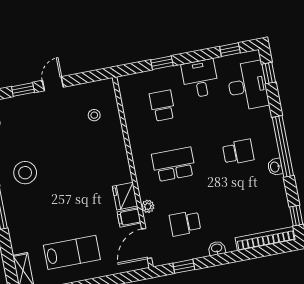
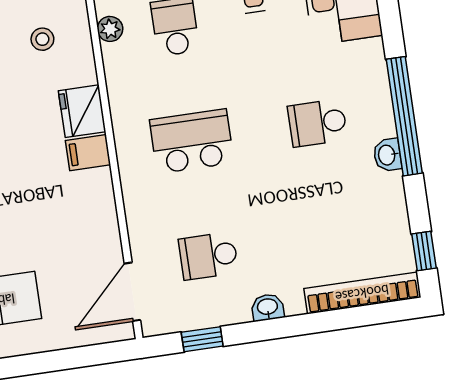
school desk: (238, 152) -> (317, 123), turned 180
fridge: (125, 196) -> (82, 111), moved
plant: (148, 206) -> (110, 29), moved
filing cabinet: (129, 217) -> (88, 153), moved

